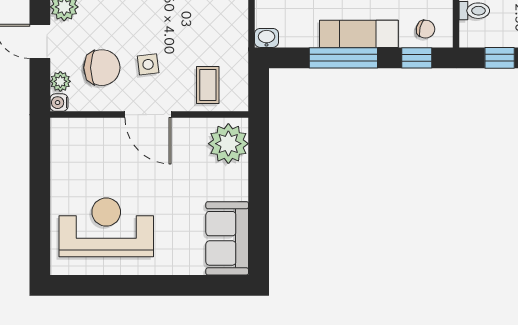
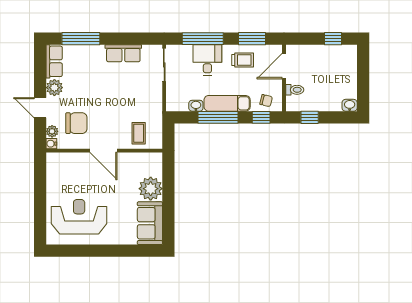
washbasin: (267, 38) -> (196, 106), moved
side table: (148, 64) -> (104, 121), removed
plant: (228, 144) -> (151, 189), moved

